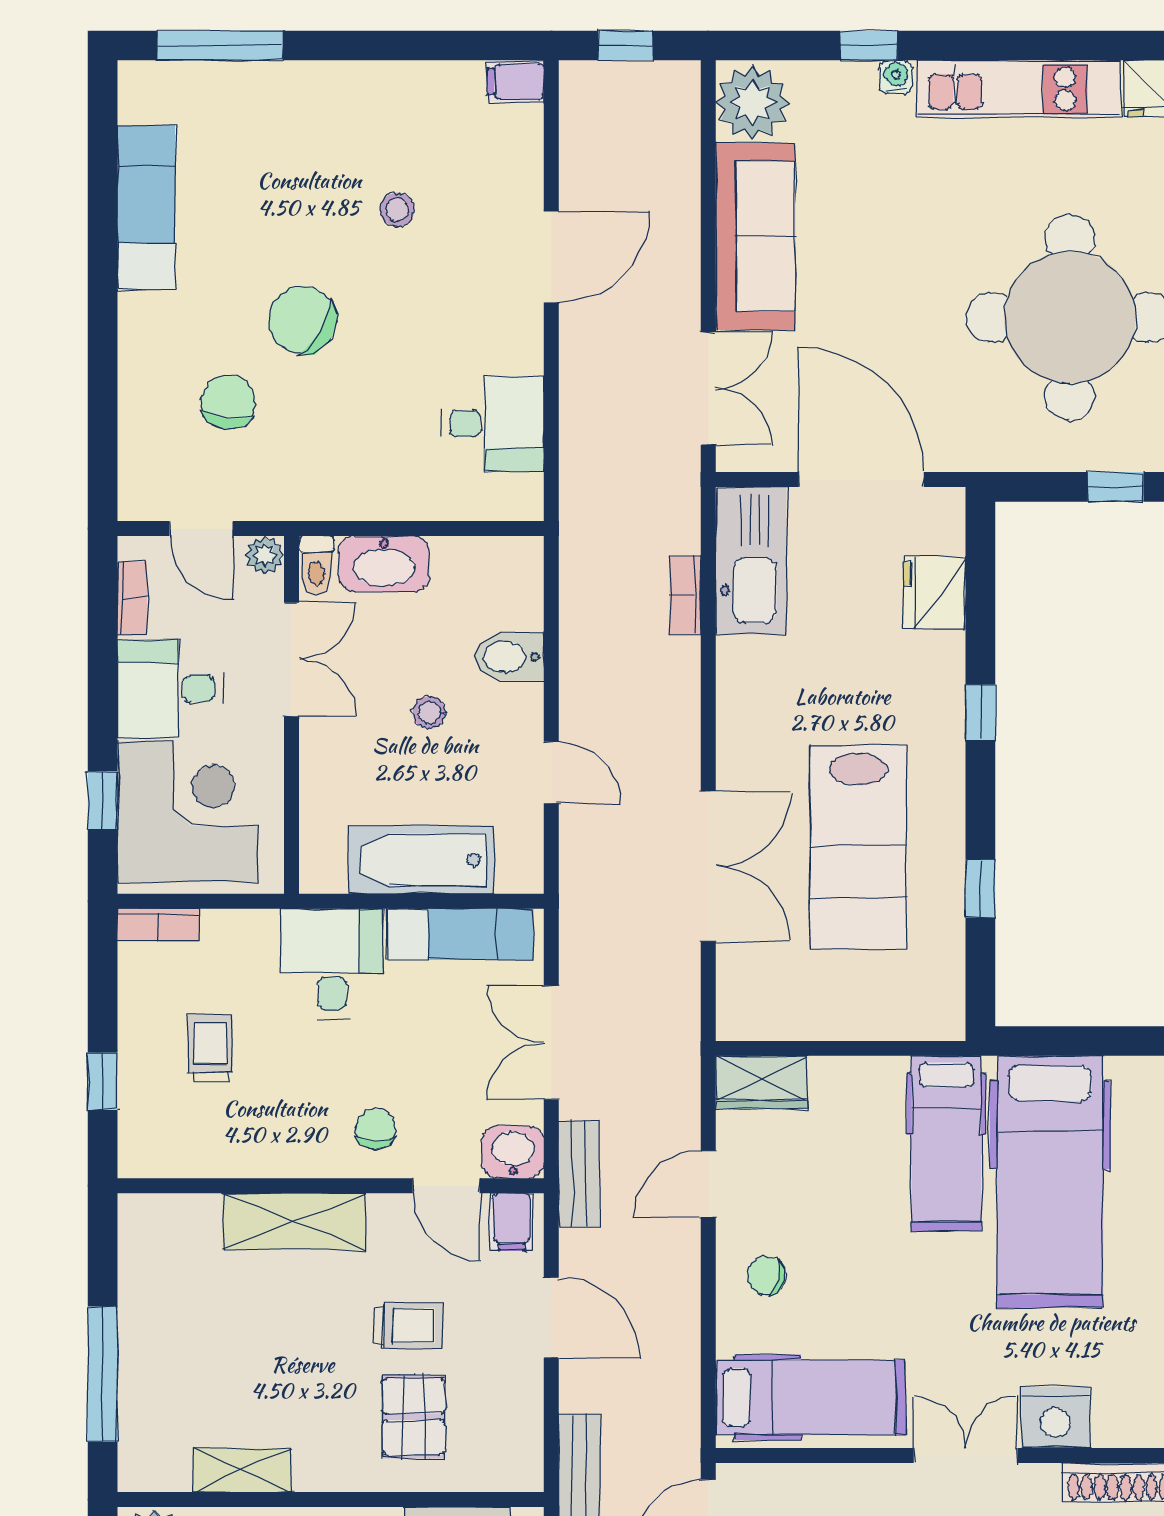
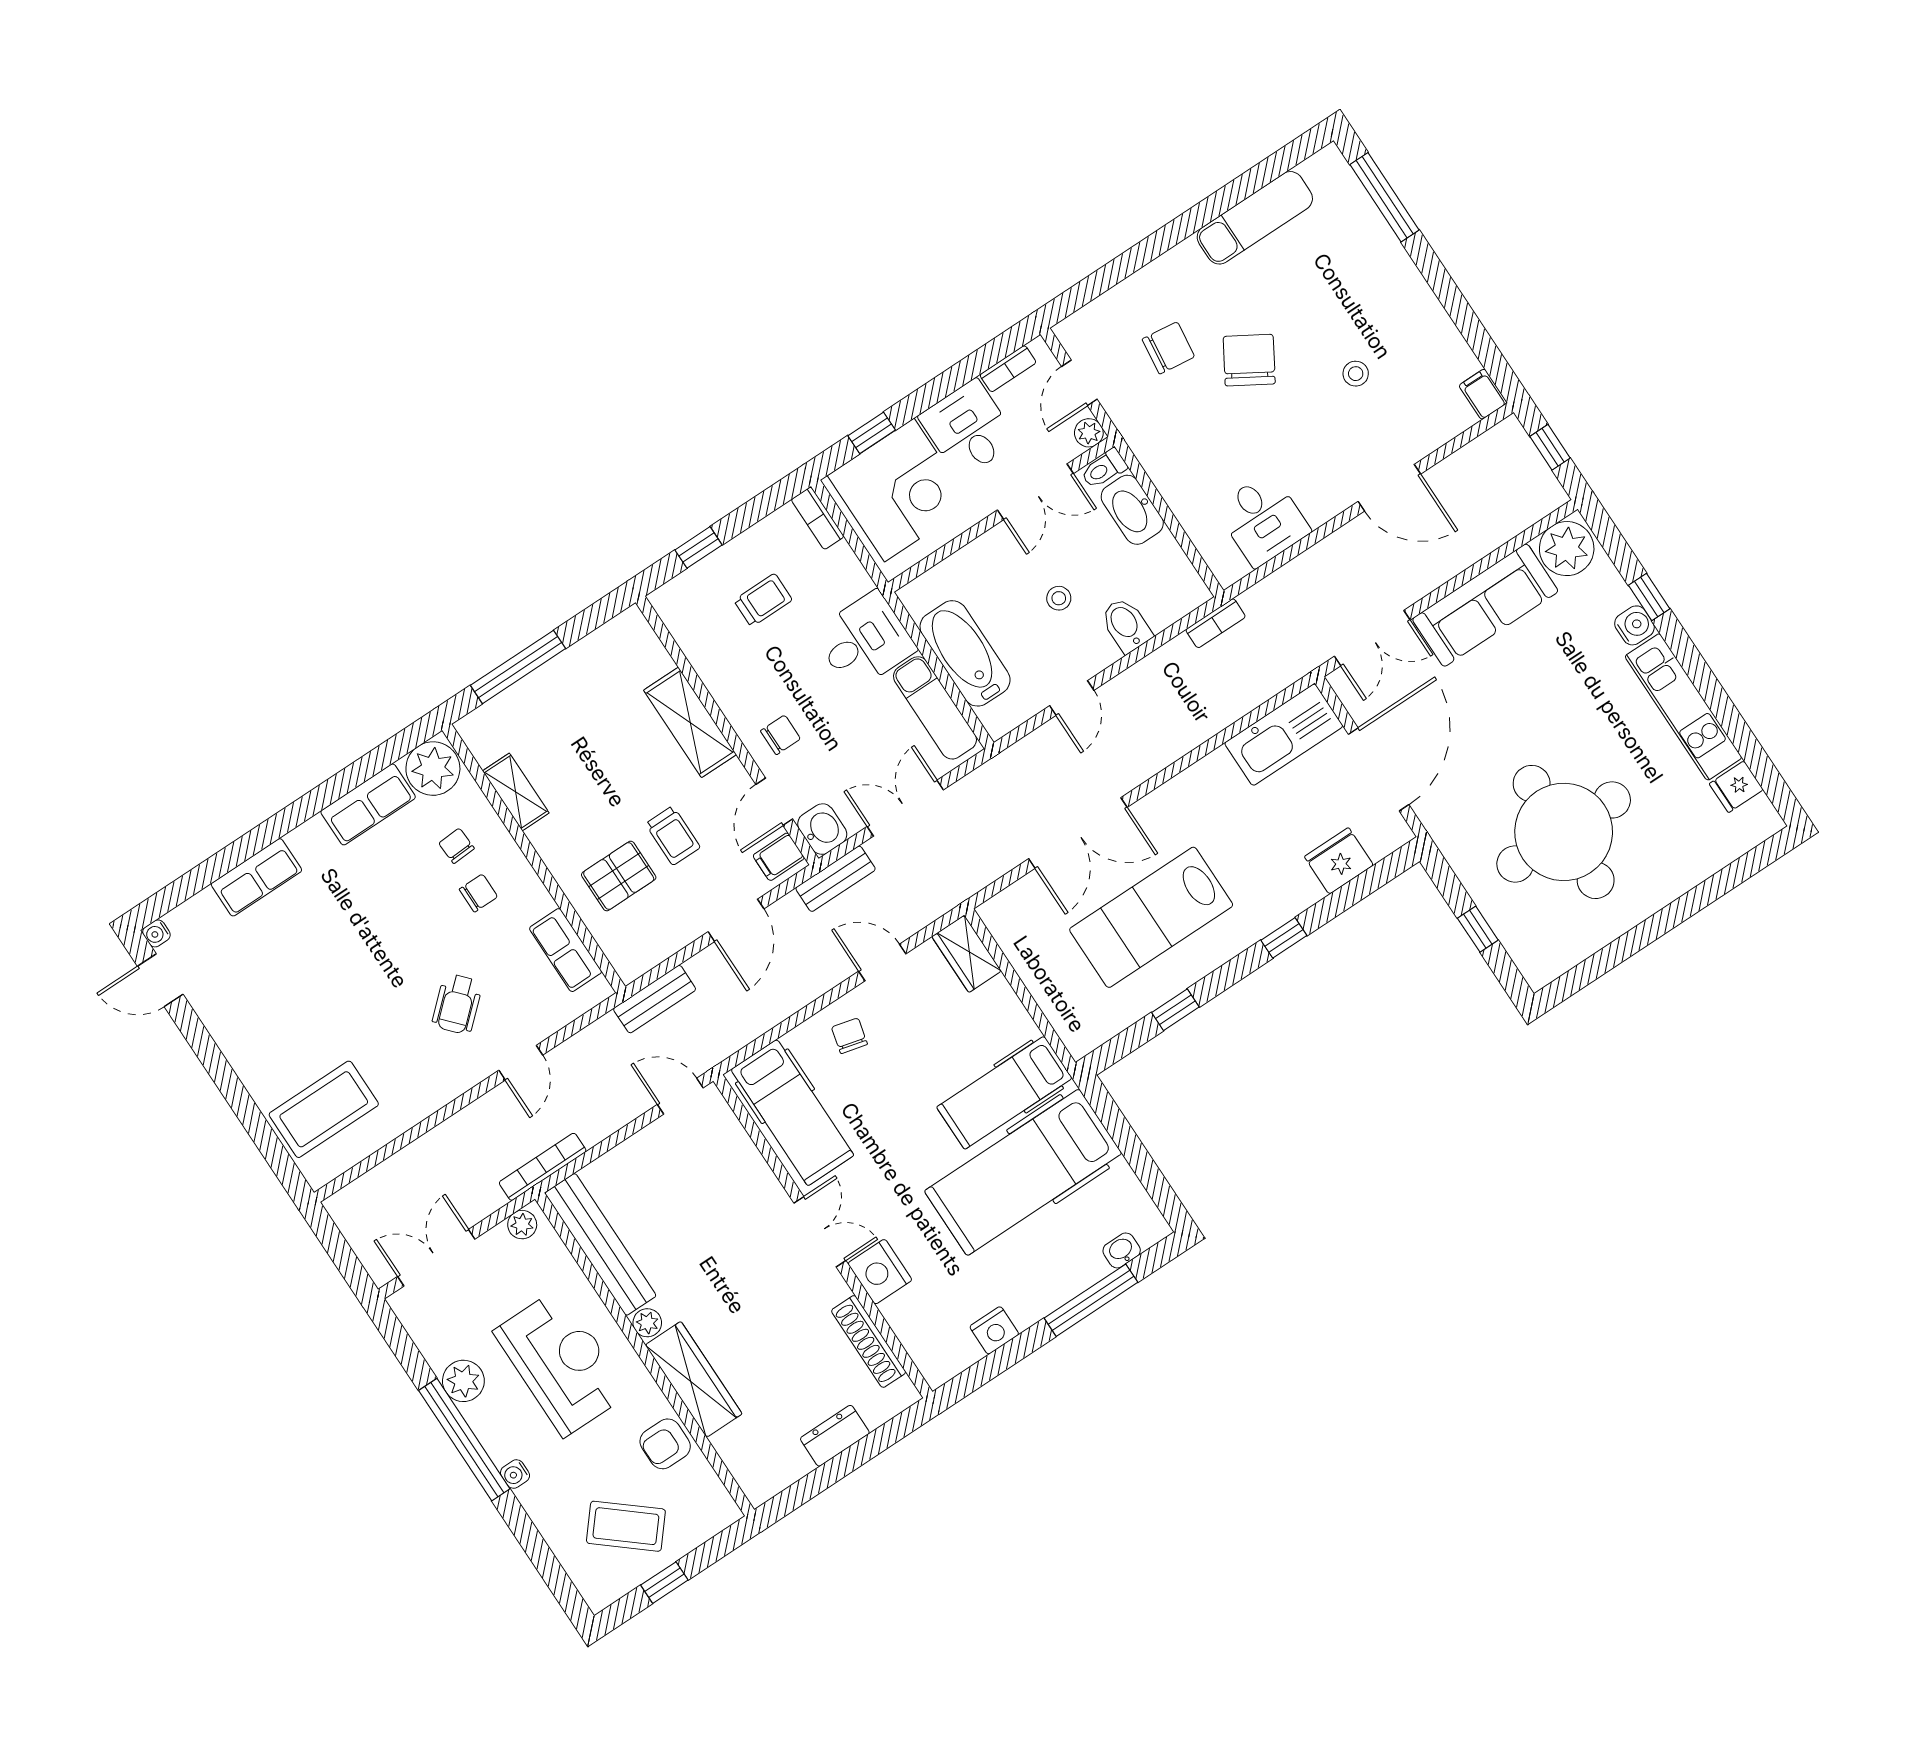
water cooler: (896, 77) -> (1634, 625), width x1.38, depth x1.38
bookcase: (685, 596) -> (1216, 623), moved, turned 180

